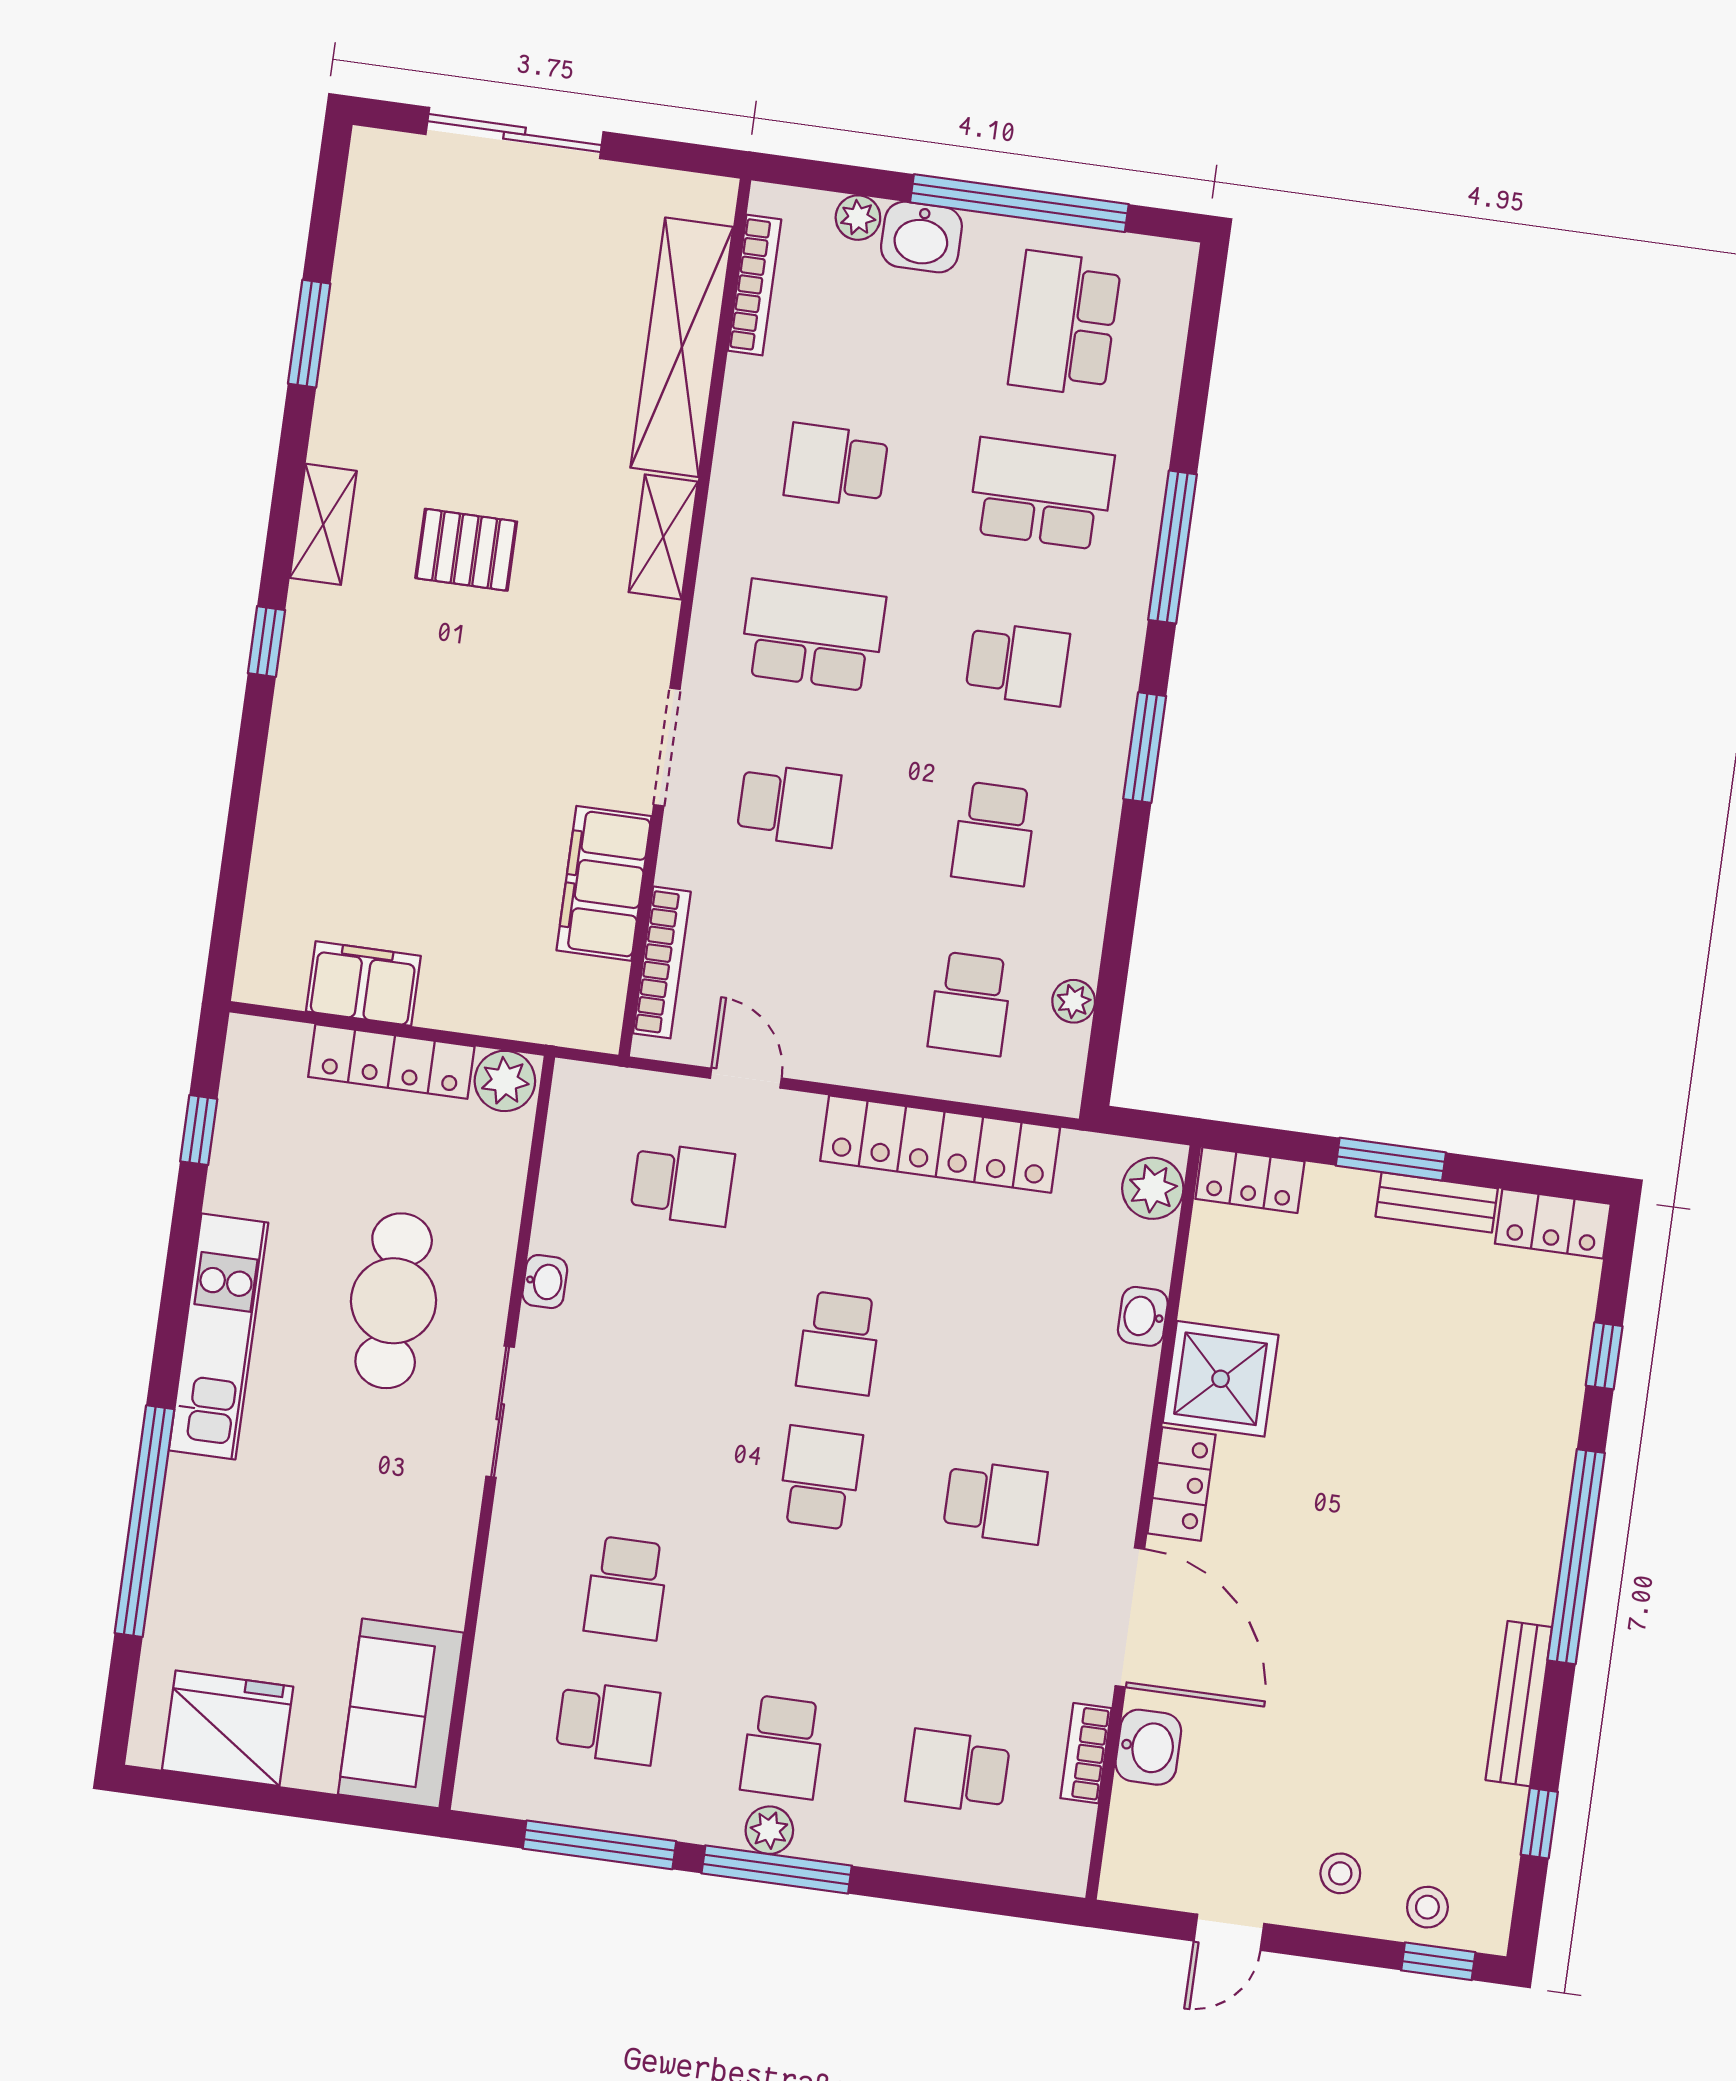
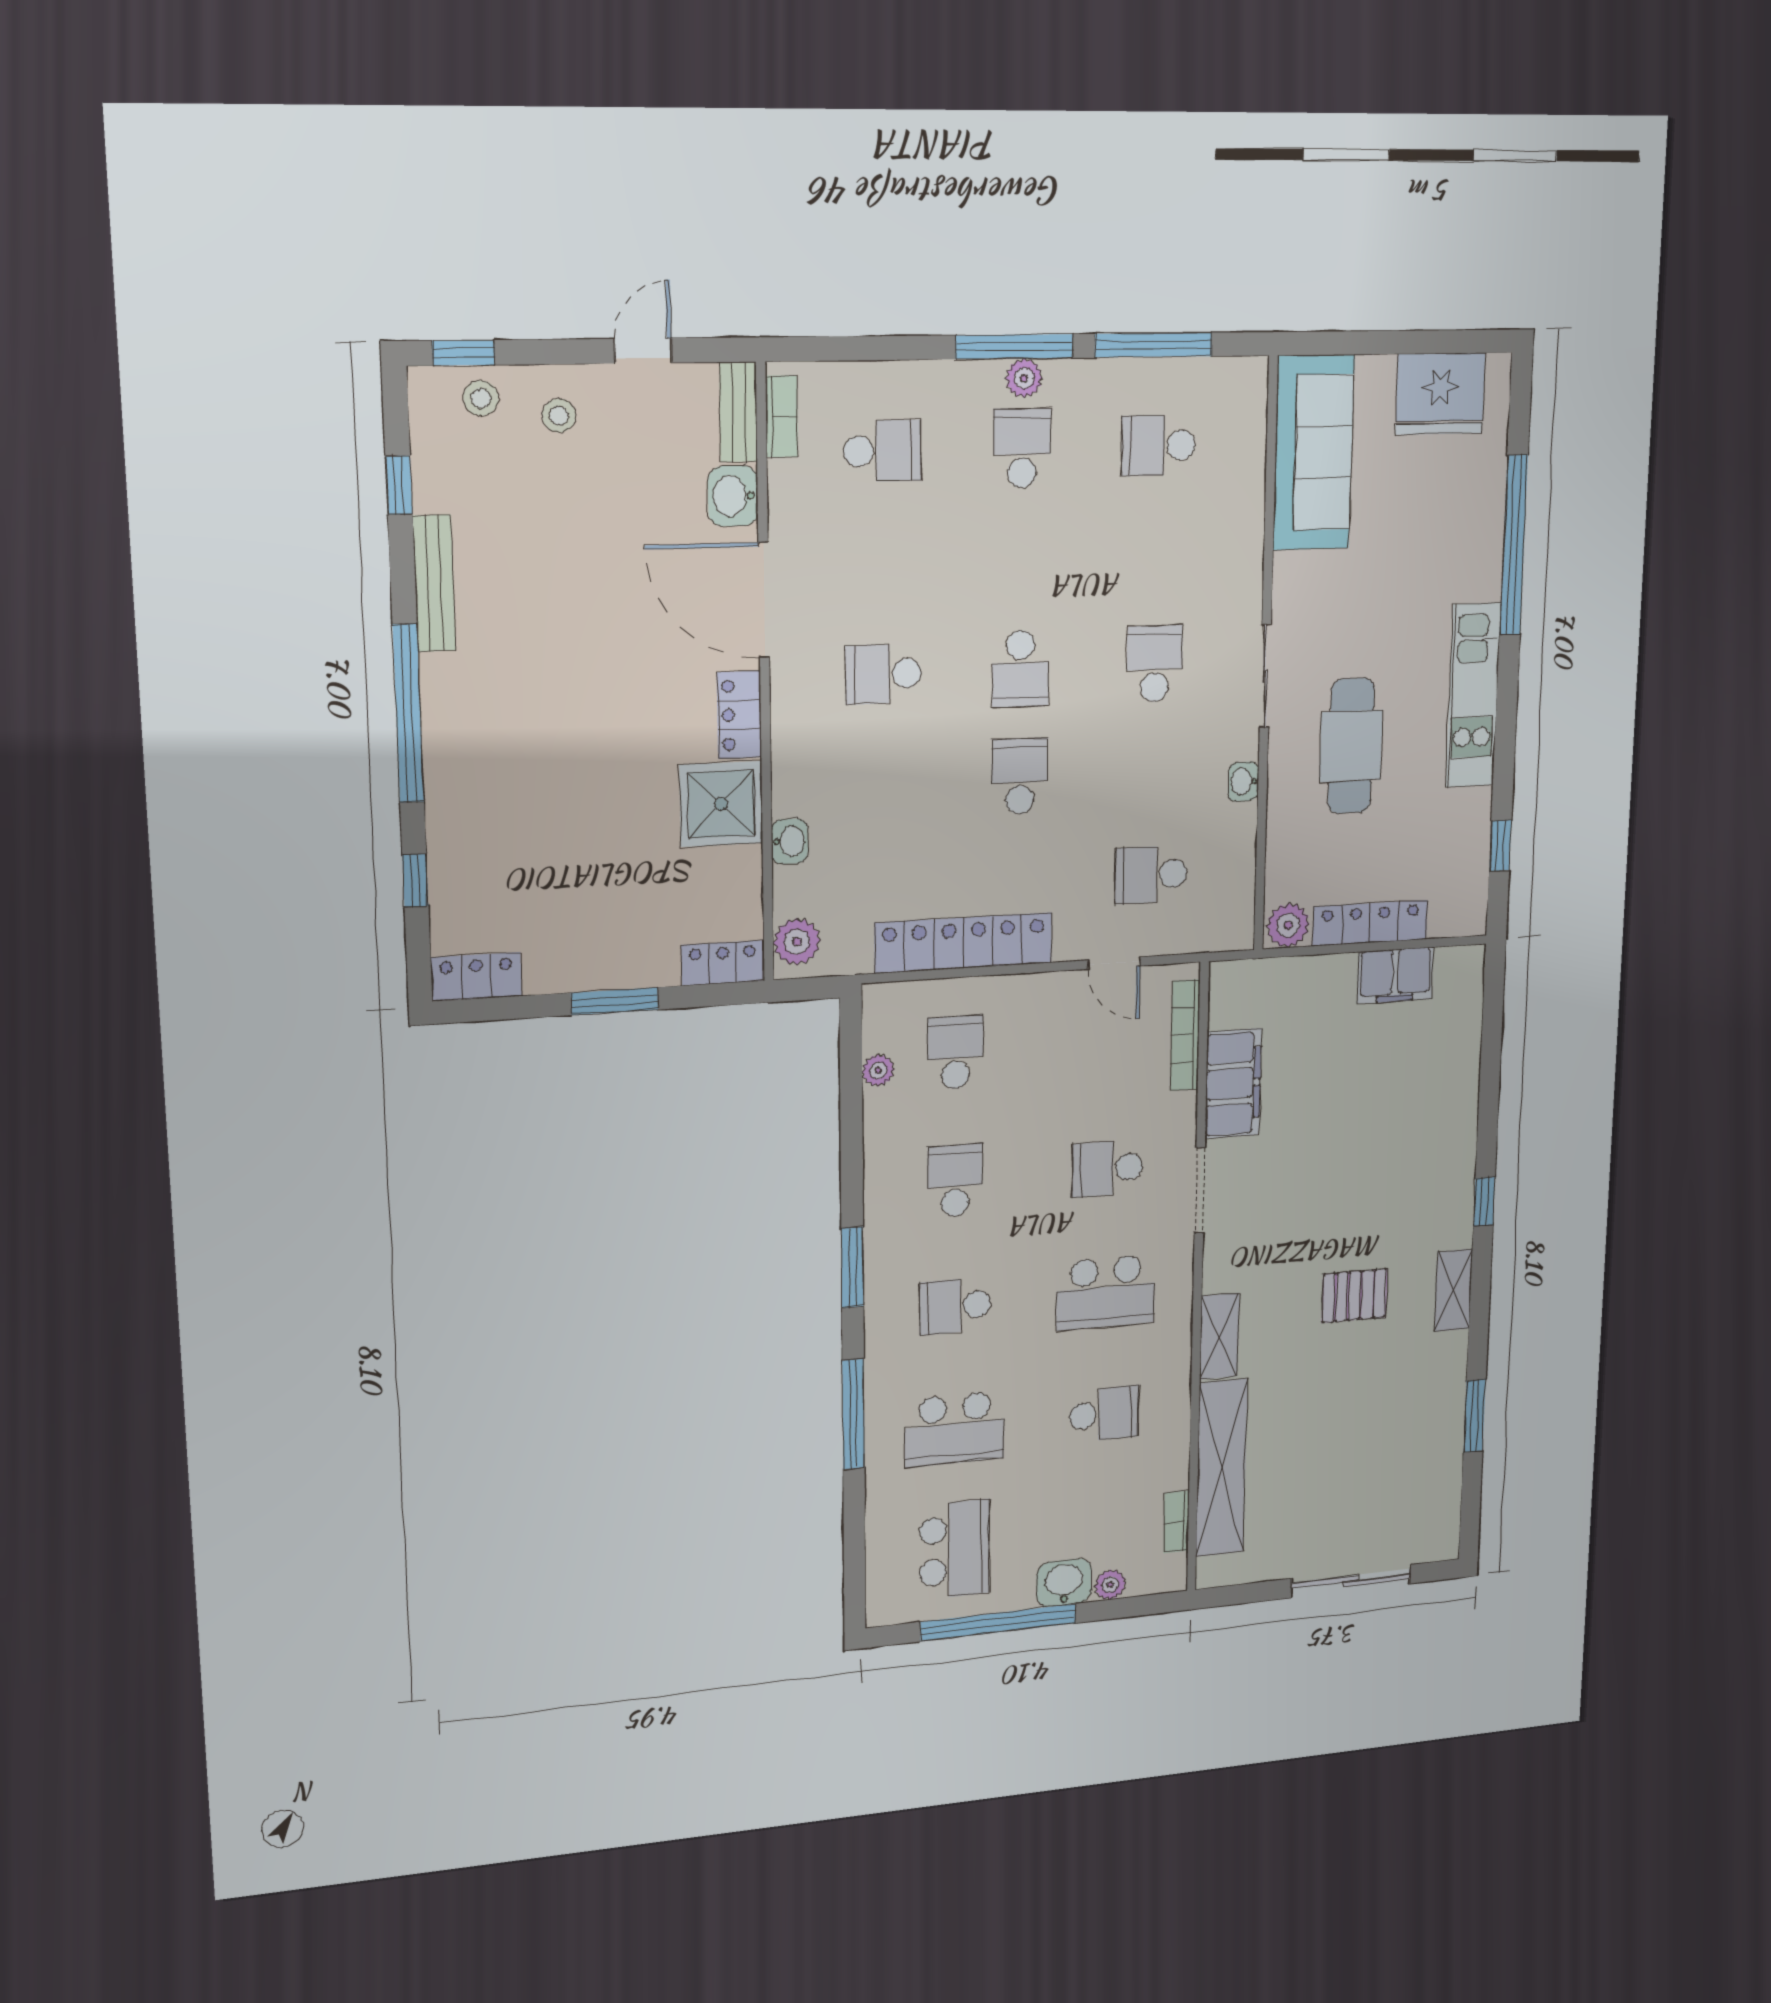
bookcase: (754, 285) -> (1176, 1522), width x0.64
bench: (1437, 1202) -> (738, 412), moved, turned 90
school desk: (626, 1588) -> (1155, 664), moved
sofa: (401, 1713) -> (1313, 453), width x1.36
bookcase: (1086, 1753) -> (782, 416), moved

